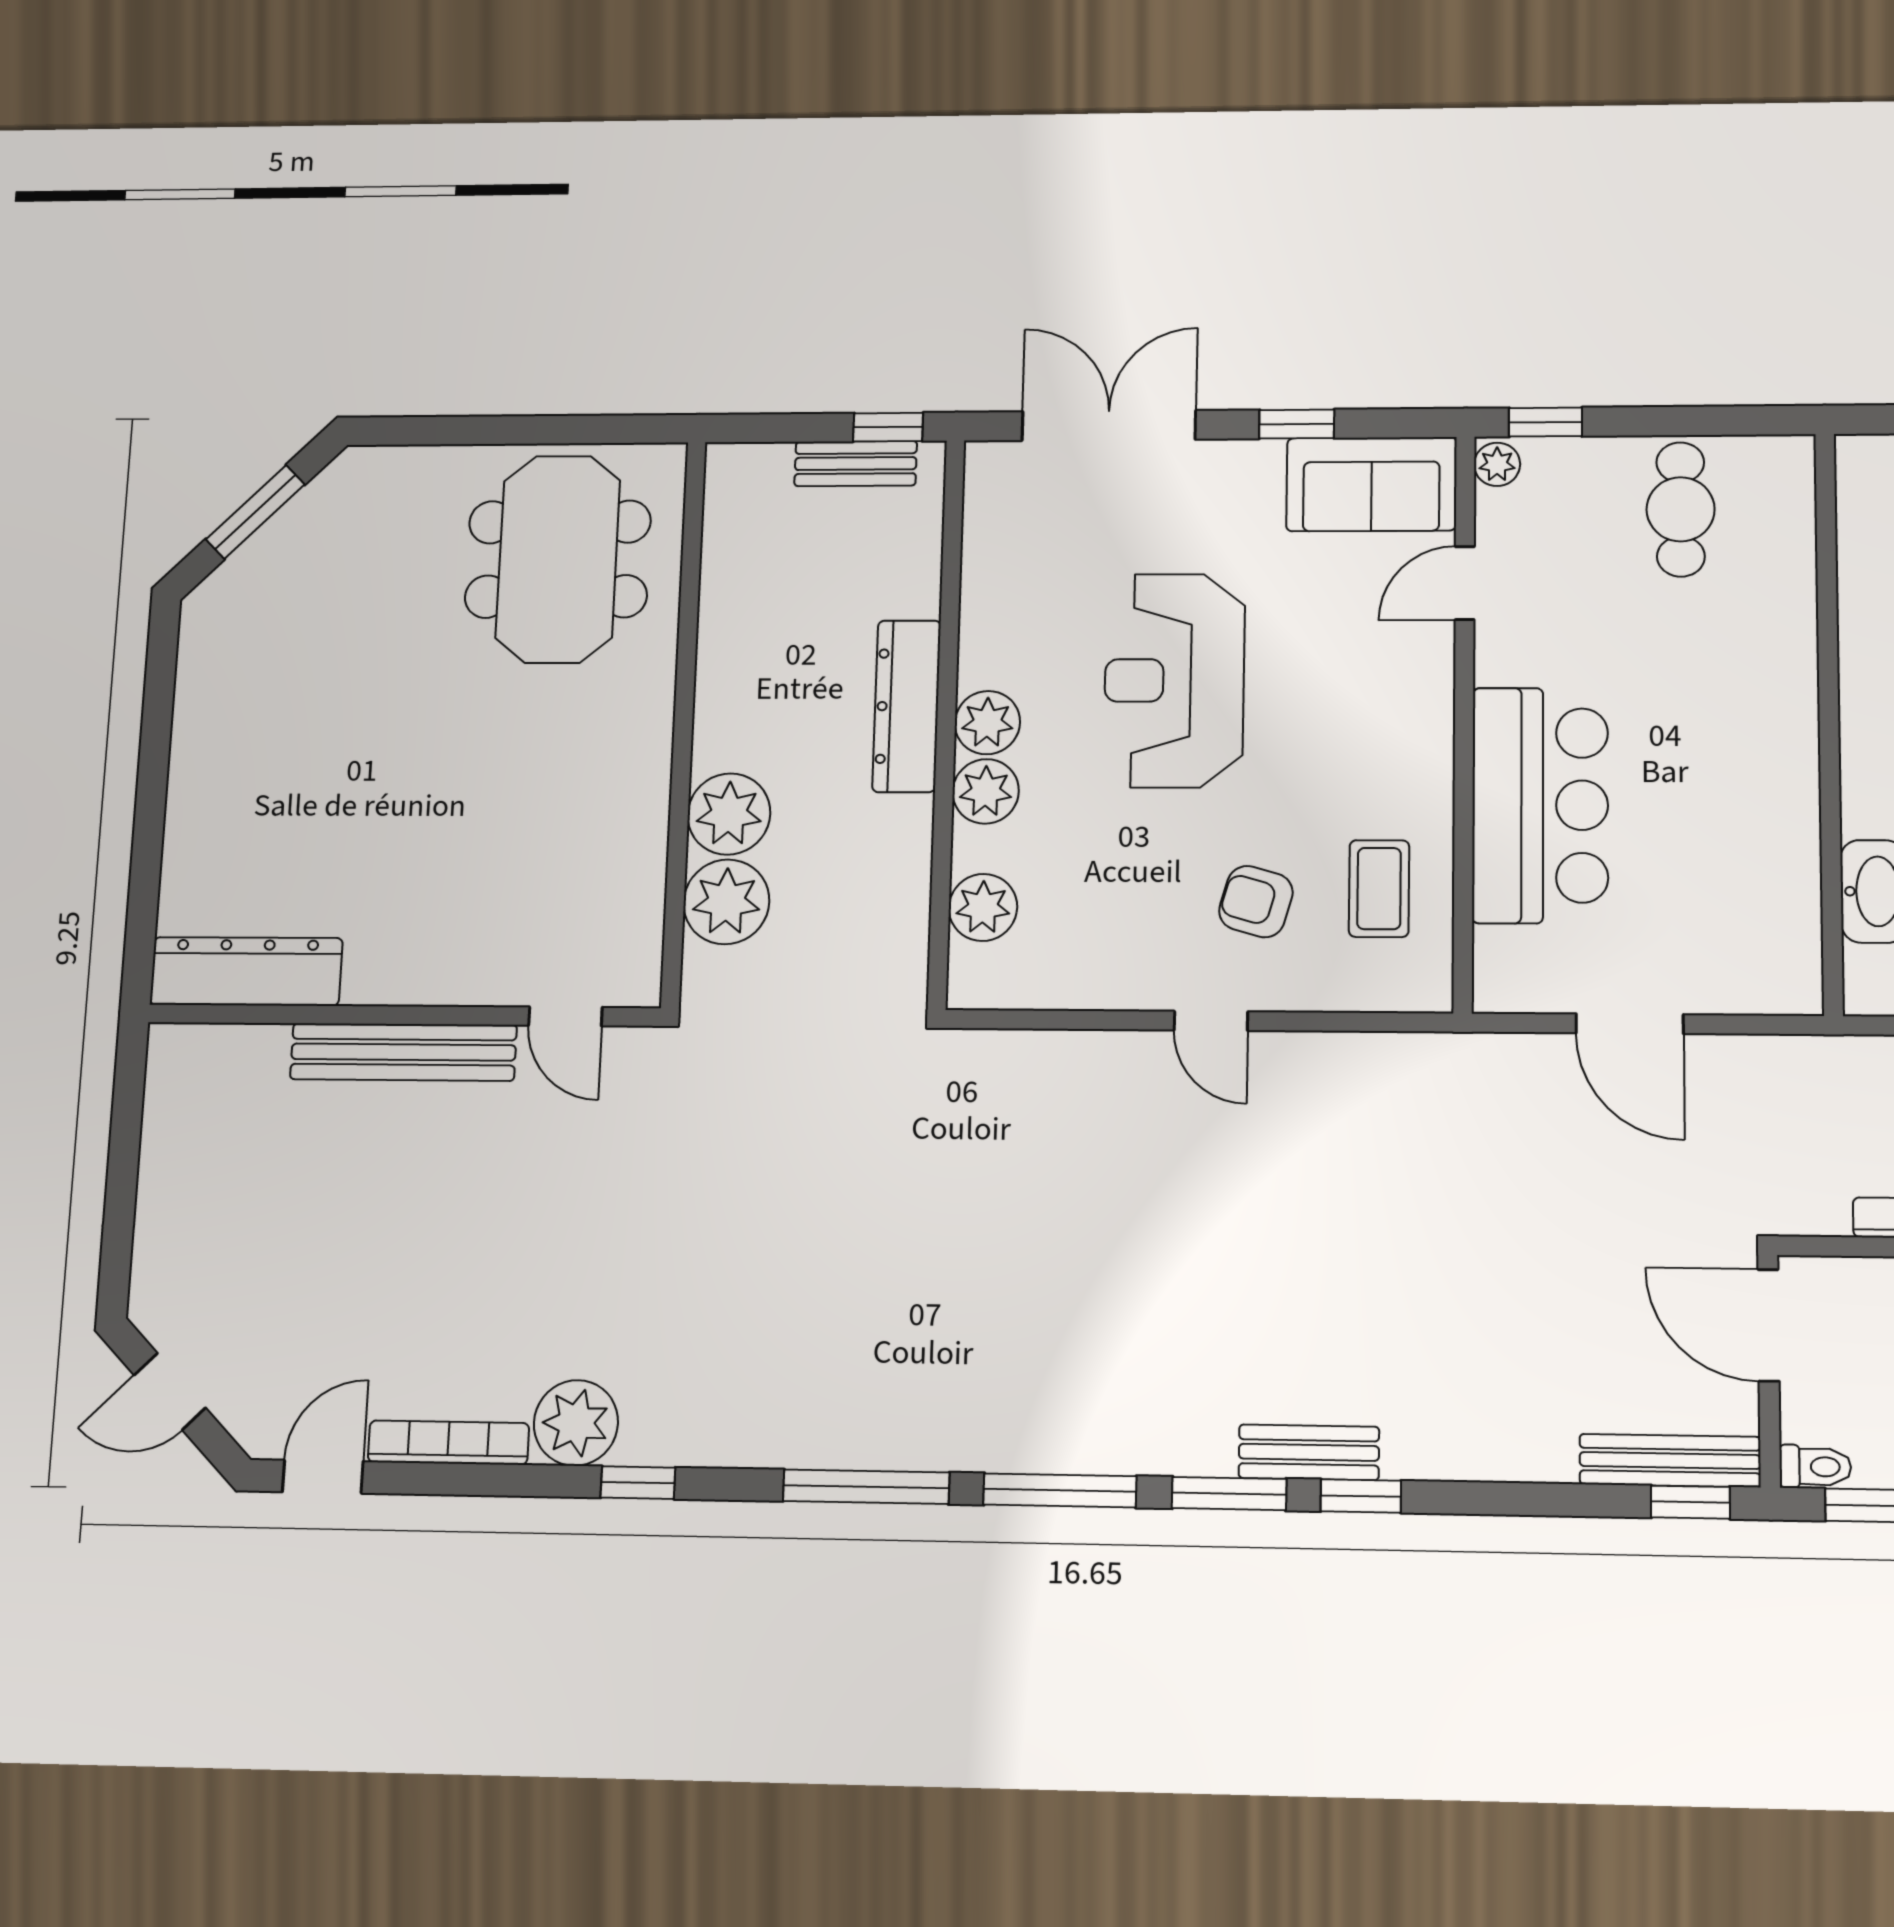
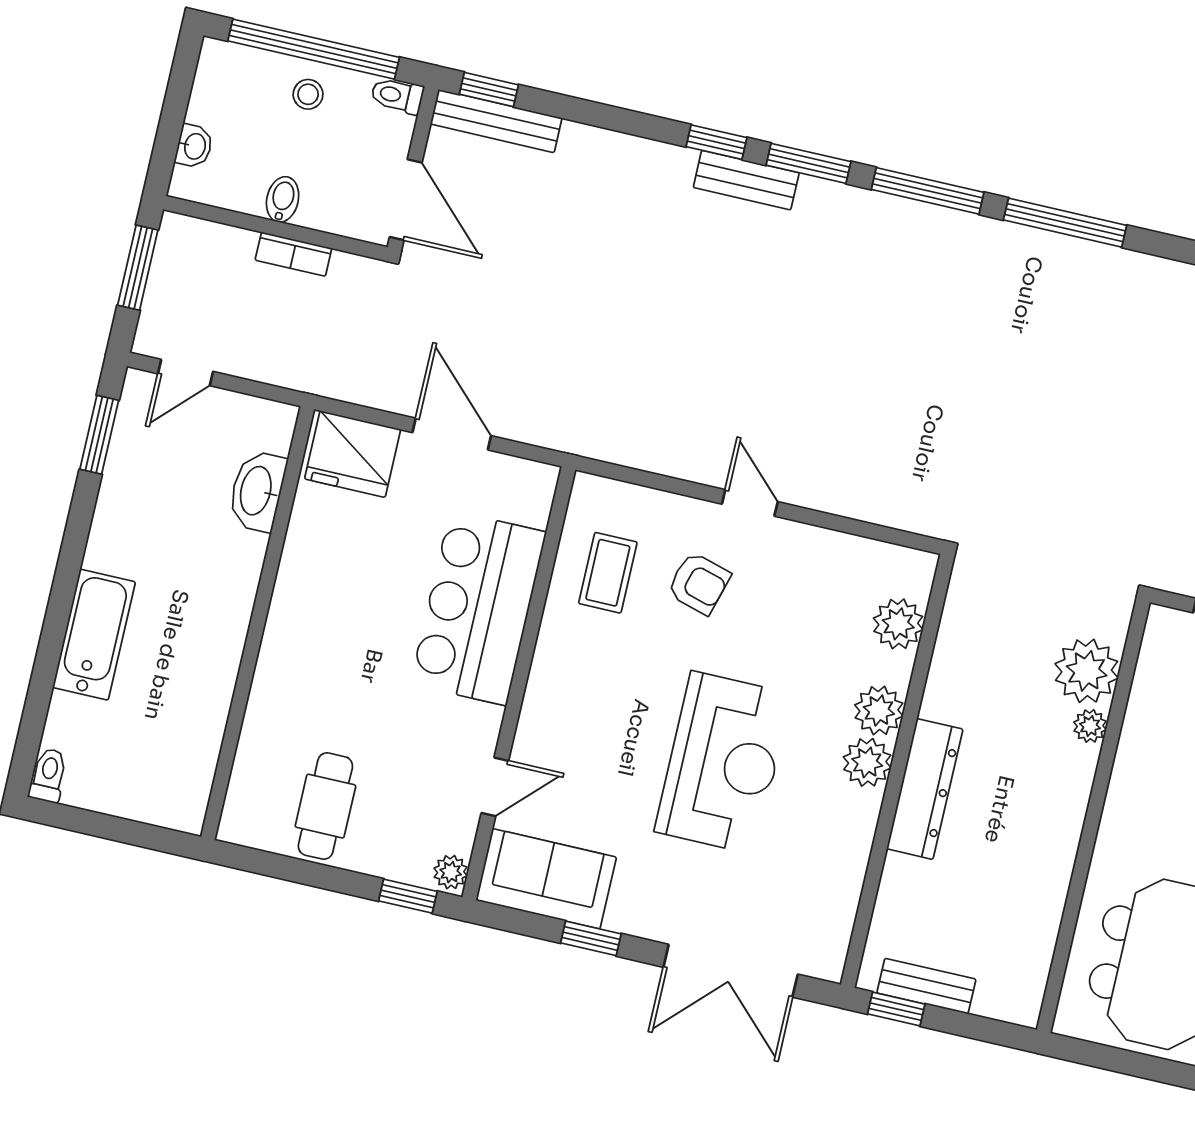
plant: (729, 814) -> (1090, 726), width x0.53, depth x0.53
fridge: (1757, 968) -> (353, 454), added

